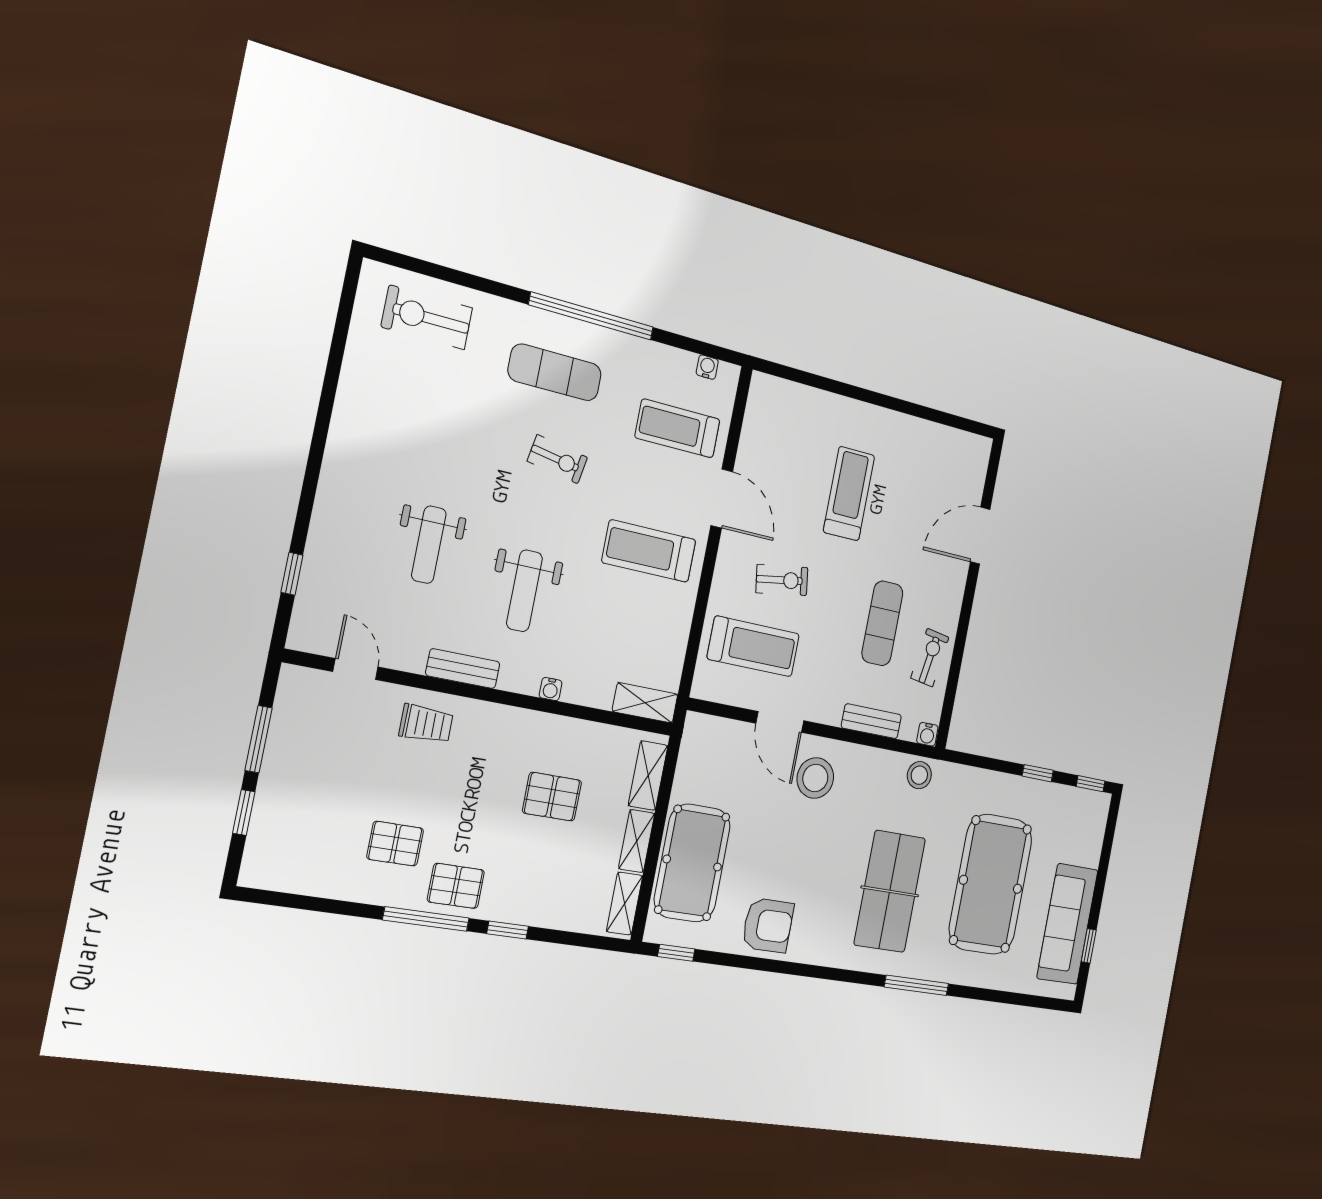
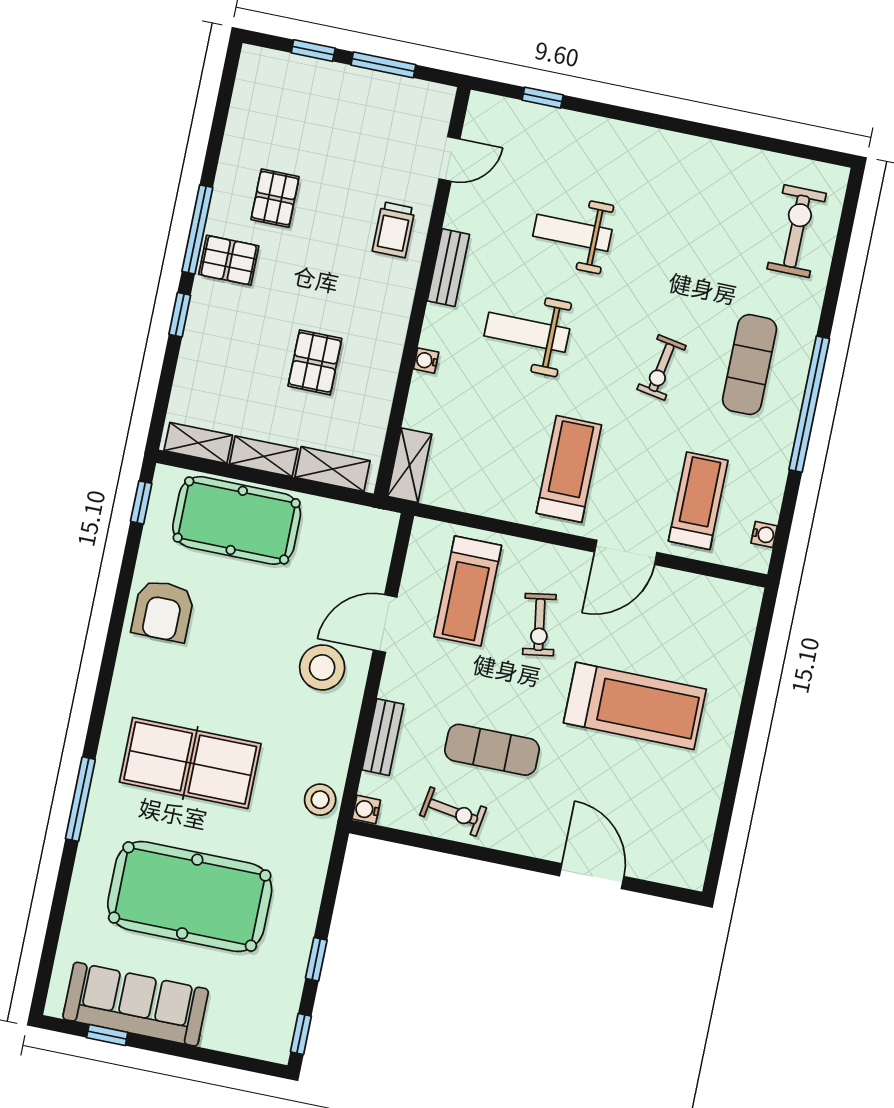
treadmill: (849, 494) -> (635, 706), width x1.37, depth x1.38
pallet: (456, 886) -> (229, 260), turned 90

